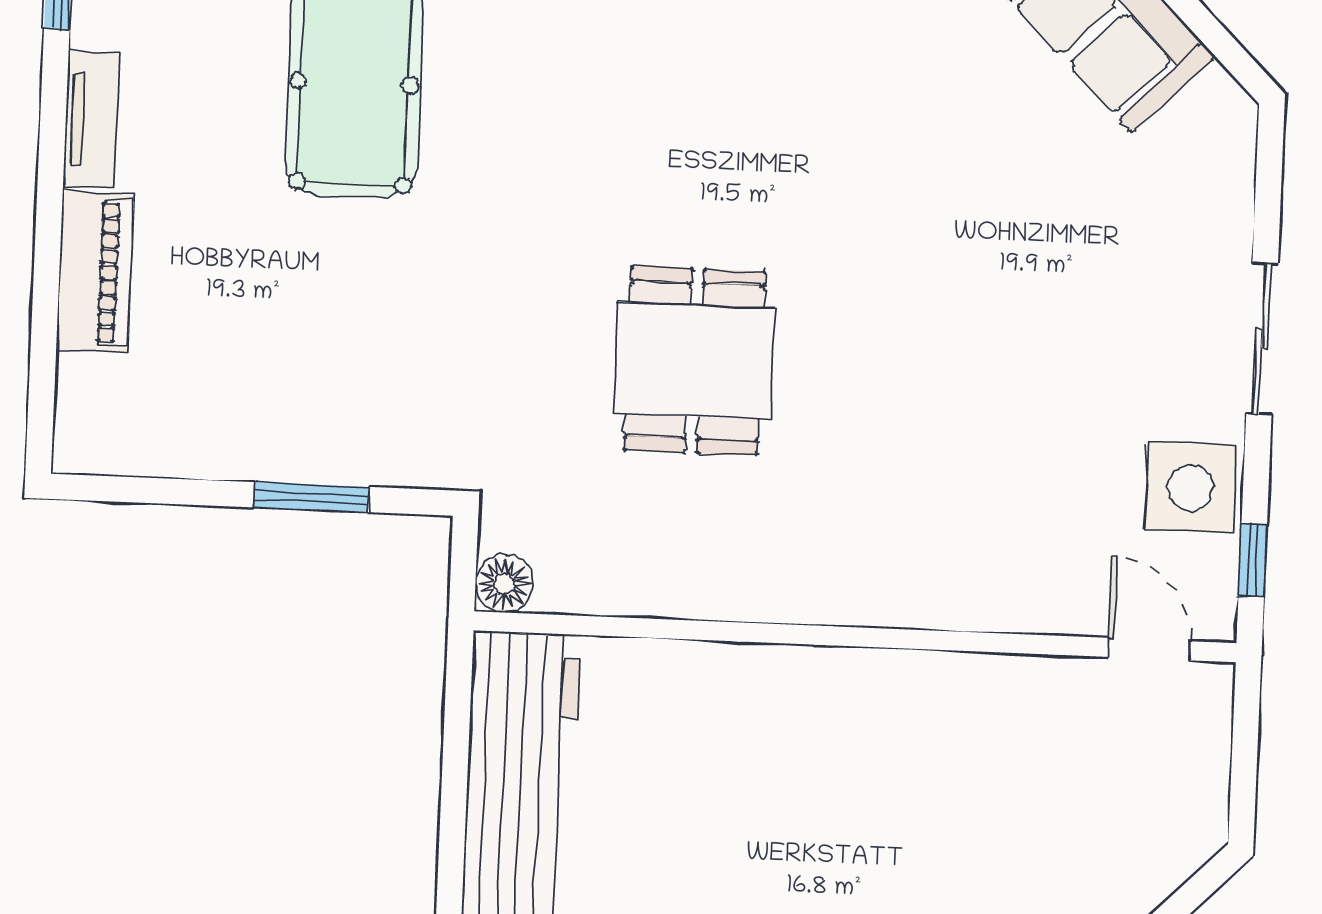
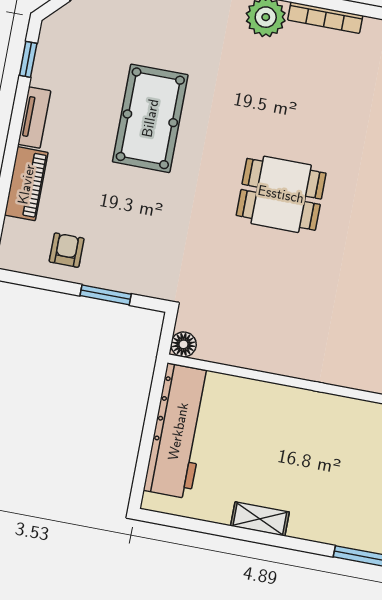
dining table: (694, 361) -> (281, 194), moved, turned 90
armchair: (208, 409) -> (67, 250), added

